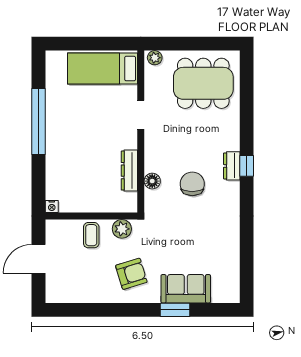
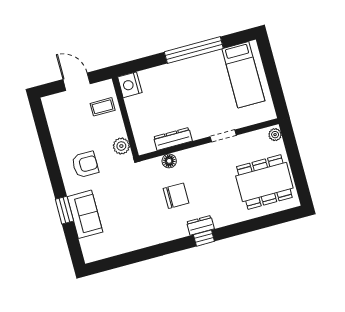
bed: (103, 69) -> (243, 75), moved, turned 180
dining table: (203, 83) -> (264, 182), turned 90
nightstand: (52, 206) -> (130, 85), width x1.89, depth x1.79
coffee table: (91, 235) -> (103, 107), moved
armchair: (131, 274) -> (85, 164), turned -73

